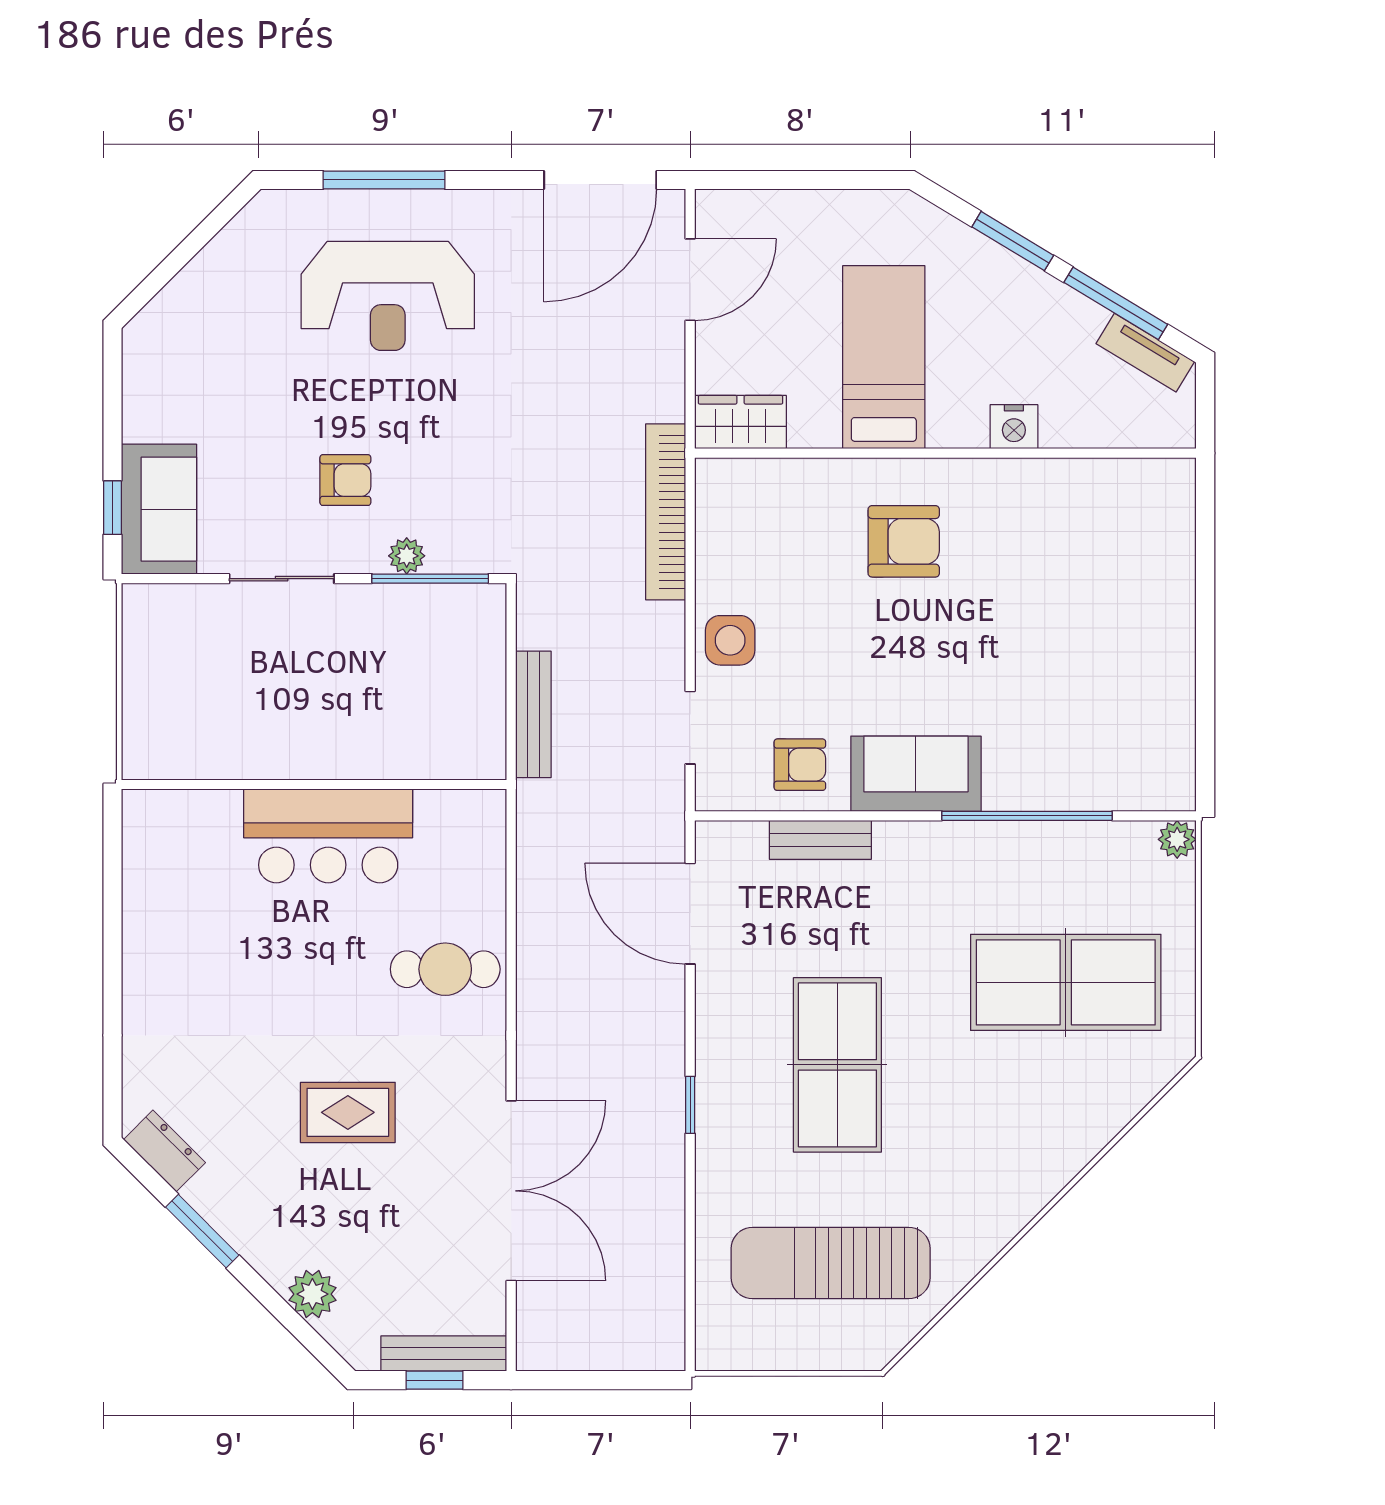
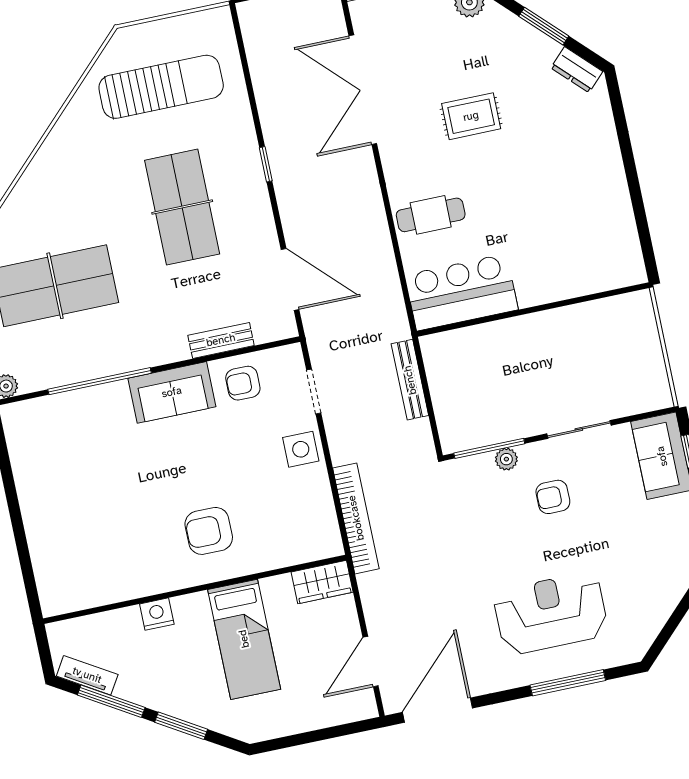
bar counter: (328, 836) -> (461, 292), moved

